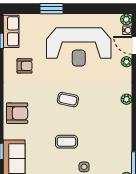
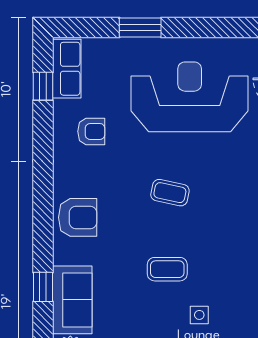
reception desk: (79, 47) -> (190, 97), turned 180

